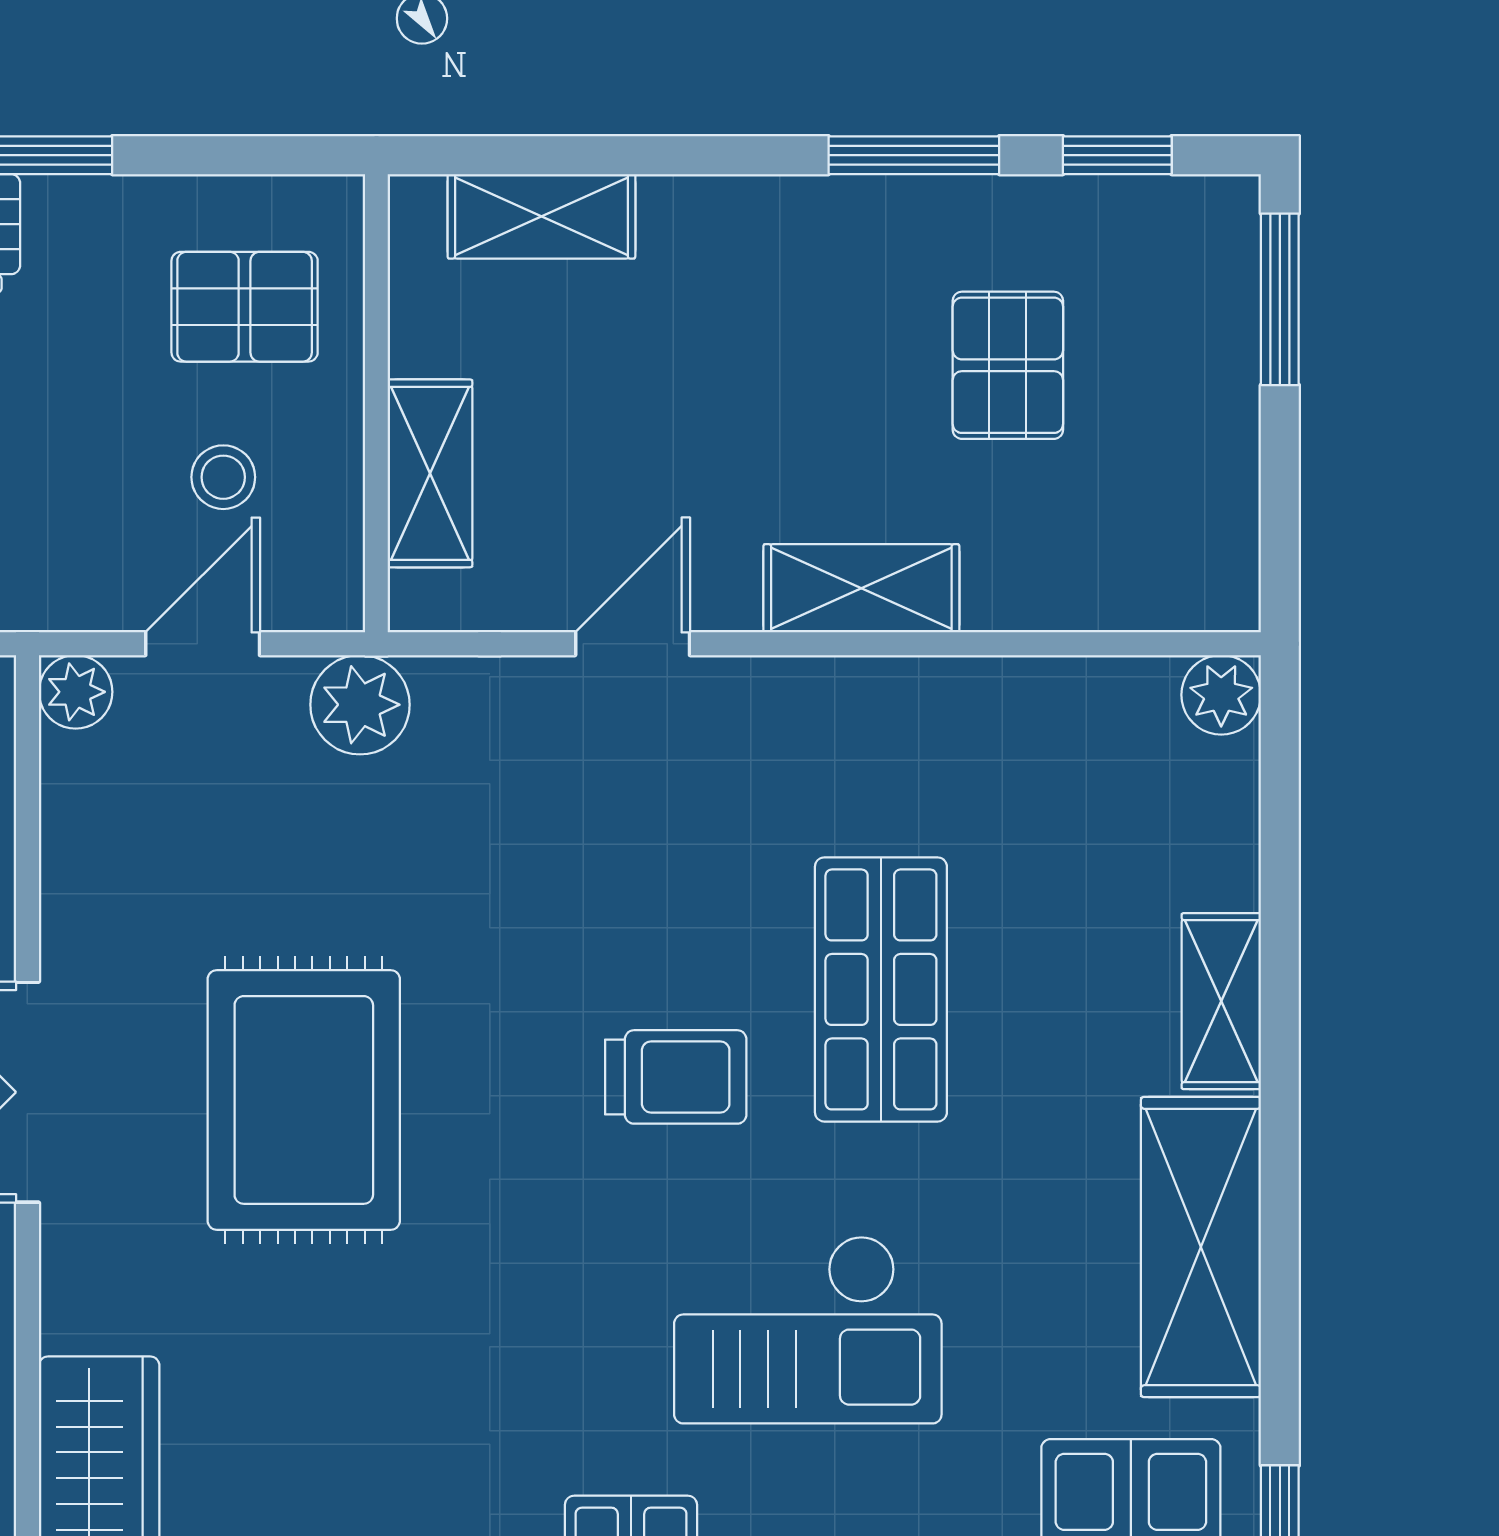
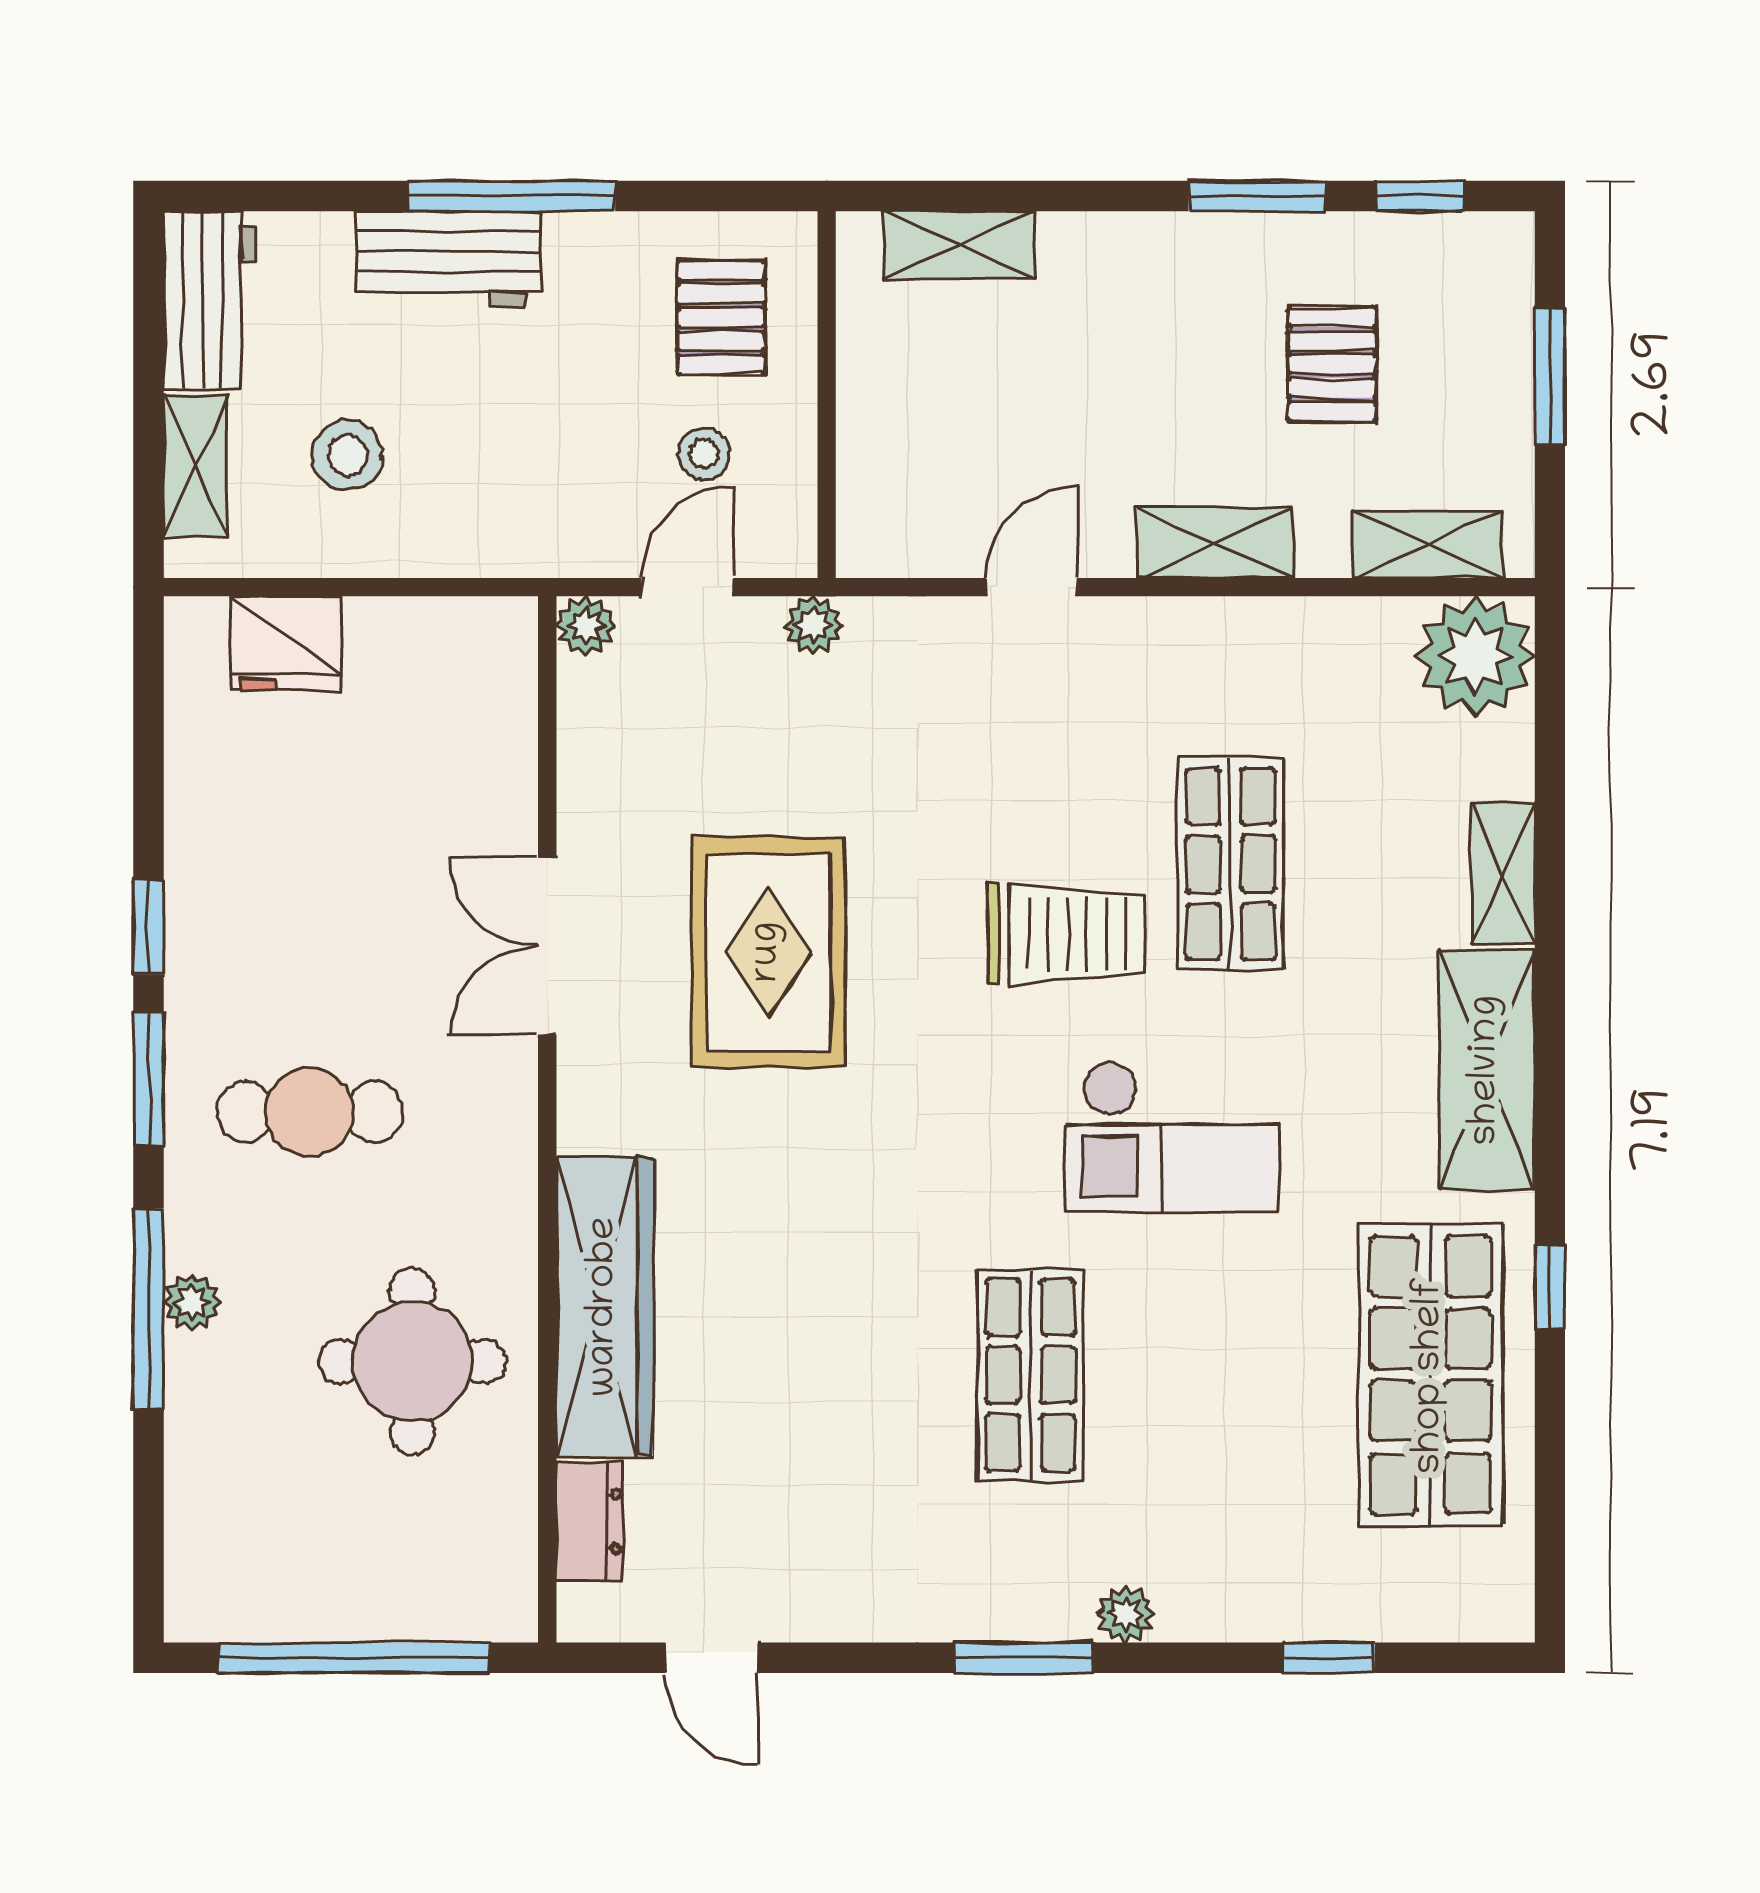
window: (1280, 299) -> (1550, 377), moved
pallet: (245, 307) -> (721, 317), turned 90
shelving: (430, 473) -> (1428, 544), moved, turned 90
plant: (1221, 695) -> (1475, 656), width x1.88, depth x1.88
plant: (360, 705) -> (813, 625), width x0.73, depth x0.73
trolley: (676, 1077) -> (1066, 934), width x1.36, depth x1.39

